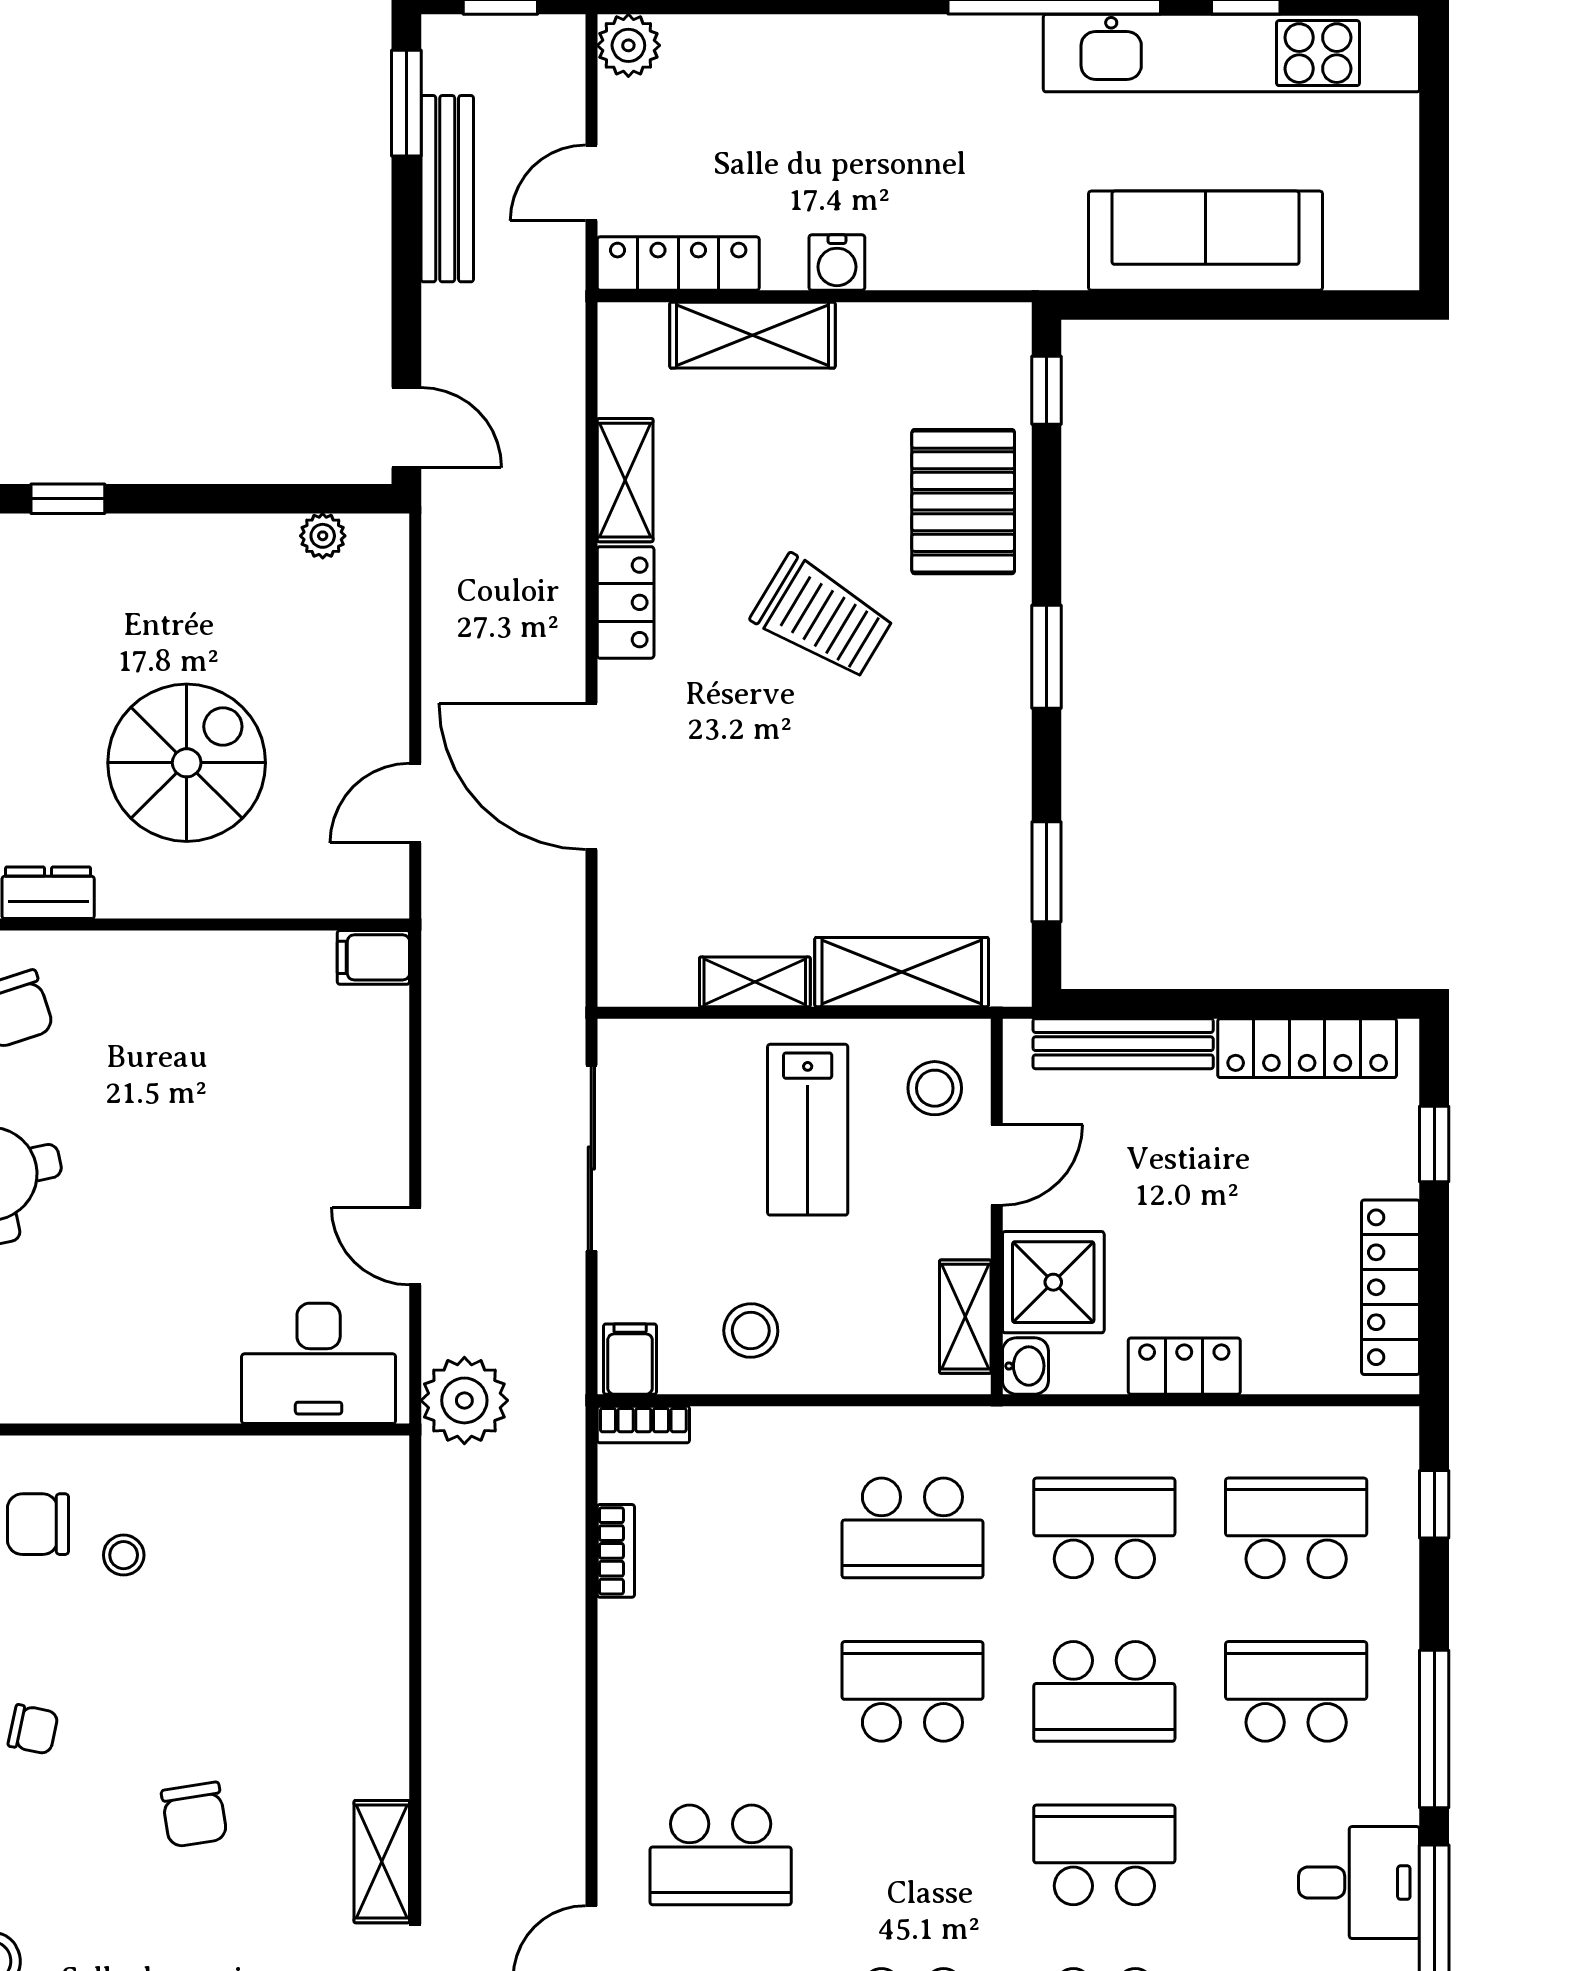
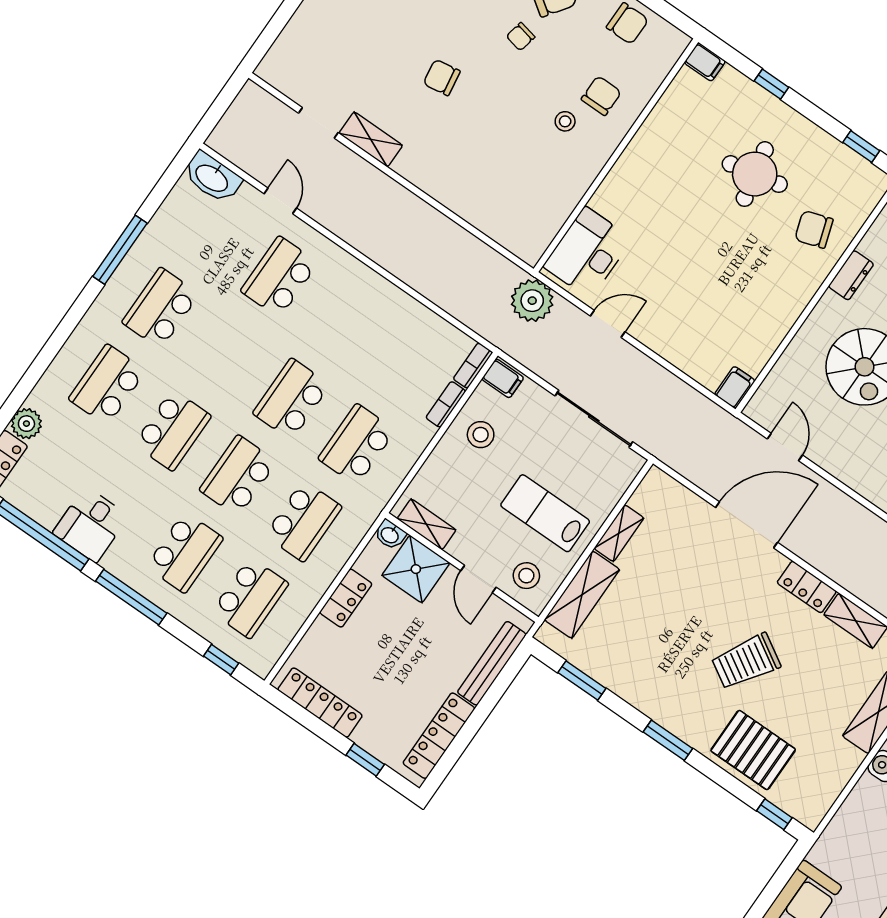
bookcase: (616, 1551) -> (446, 404), moved, turned 90
school desk: (912, 1691) -> (291, 399), turned 180

